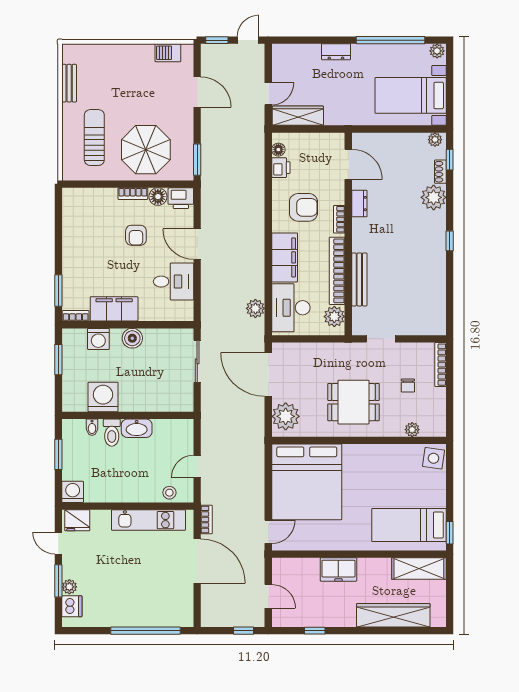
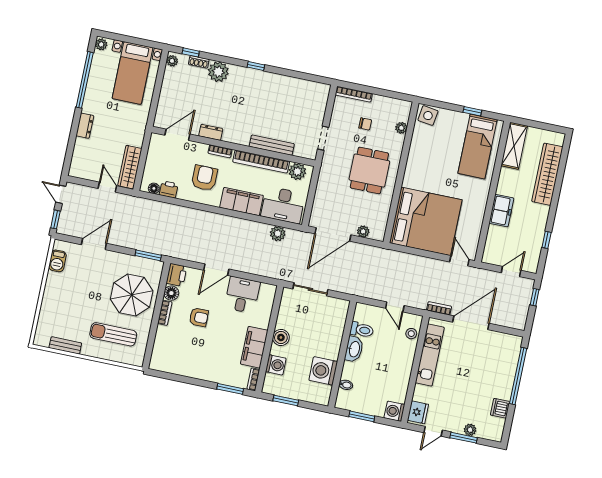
plant: (286, 416) -> (363, 231), width x0.53, depth x0.53
toilet: (112, 433) -> (362, 330), moved
window: (450, 533) -> (472, 111), moved
dishwasher: (72, 606) -> (500, 408), moved, turned -90

